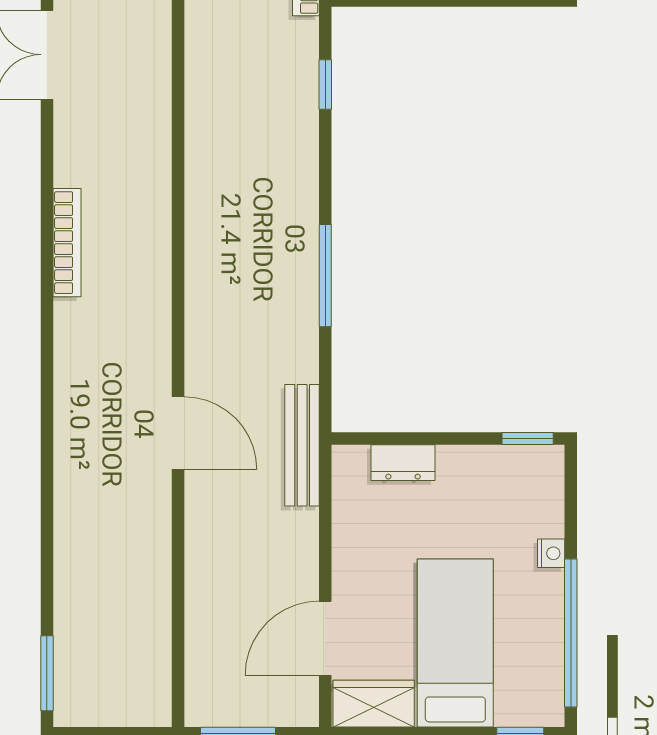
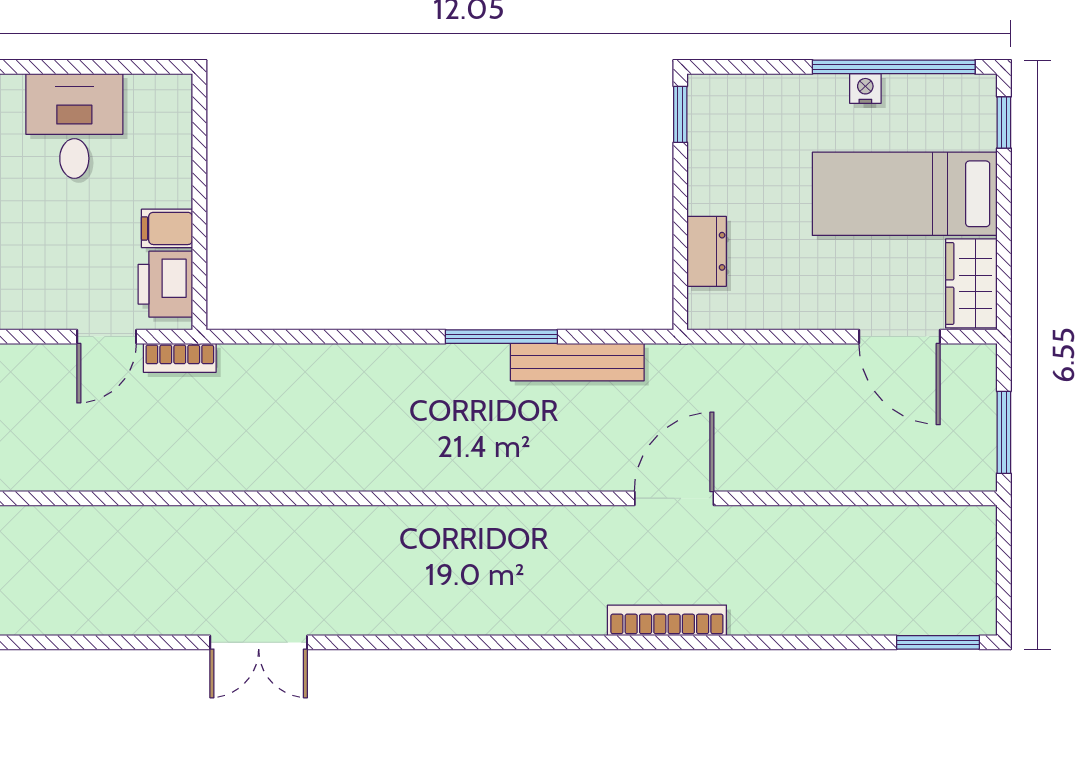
window: (325, 85) -> (292, 337), removed
bookcase: (67, 243) -> (667, 620), moved
bench: (302, 445) -> (577, 362), moved
nightstand: (551, 553) -> (865, 89), moved

